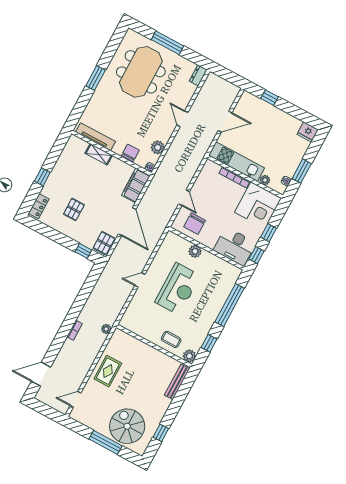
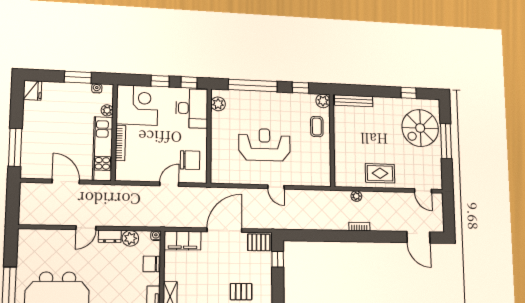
dresser: (198, 75) -> (110, 236), moved
window: (270, 98) -> (15, 147), width x2.17
plant: (195, 251) -> (218, 104), moved
plant: (106, 329) -> (356, 196), moved

